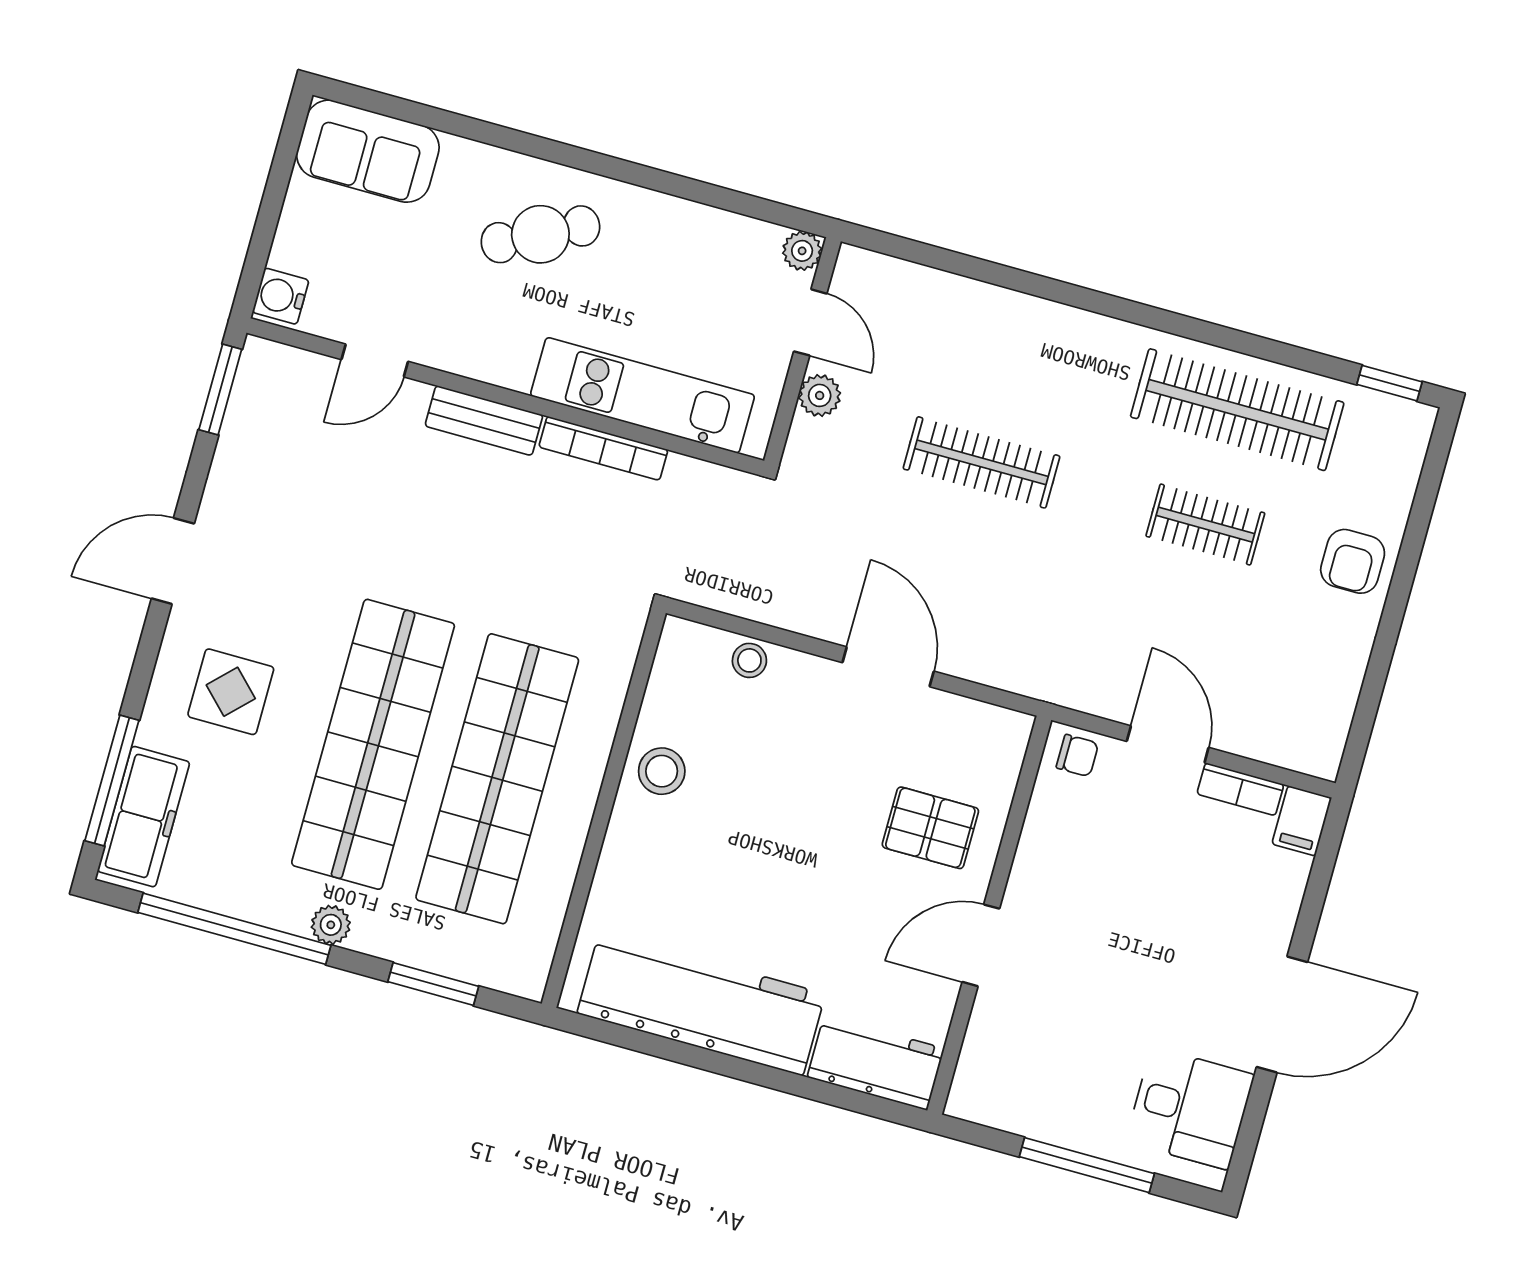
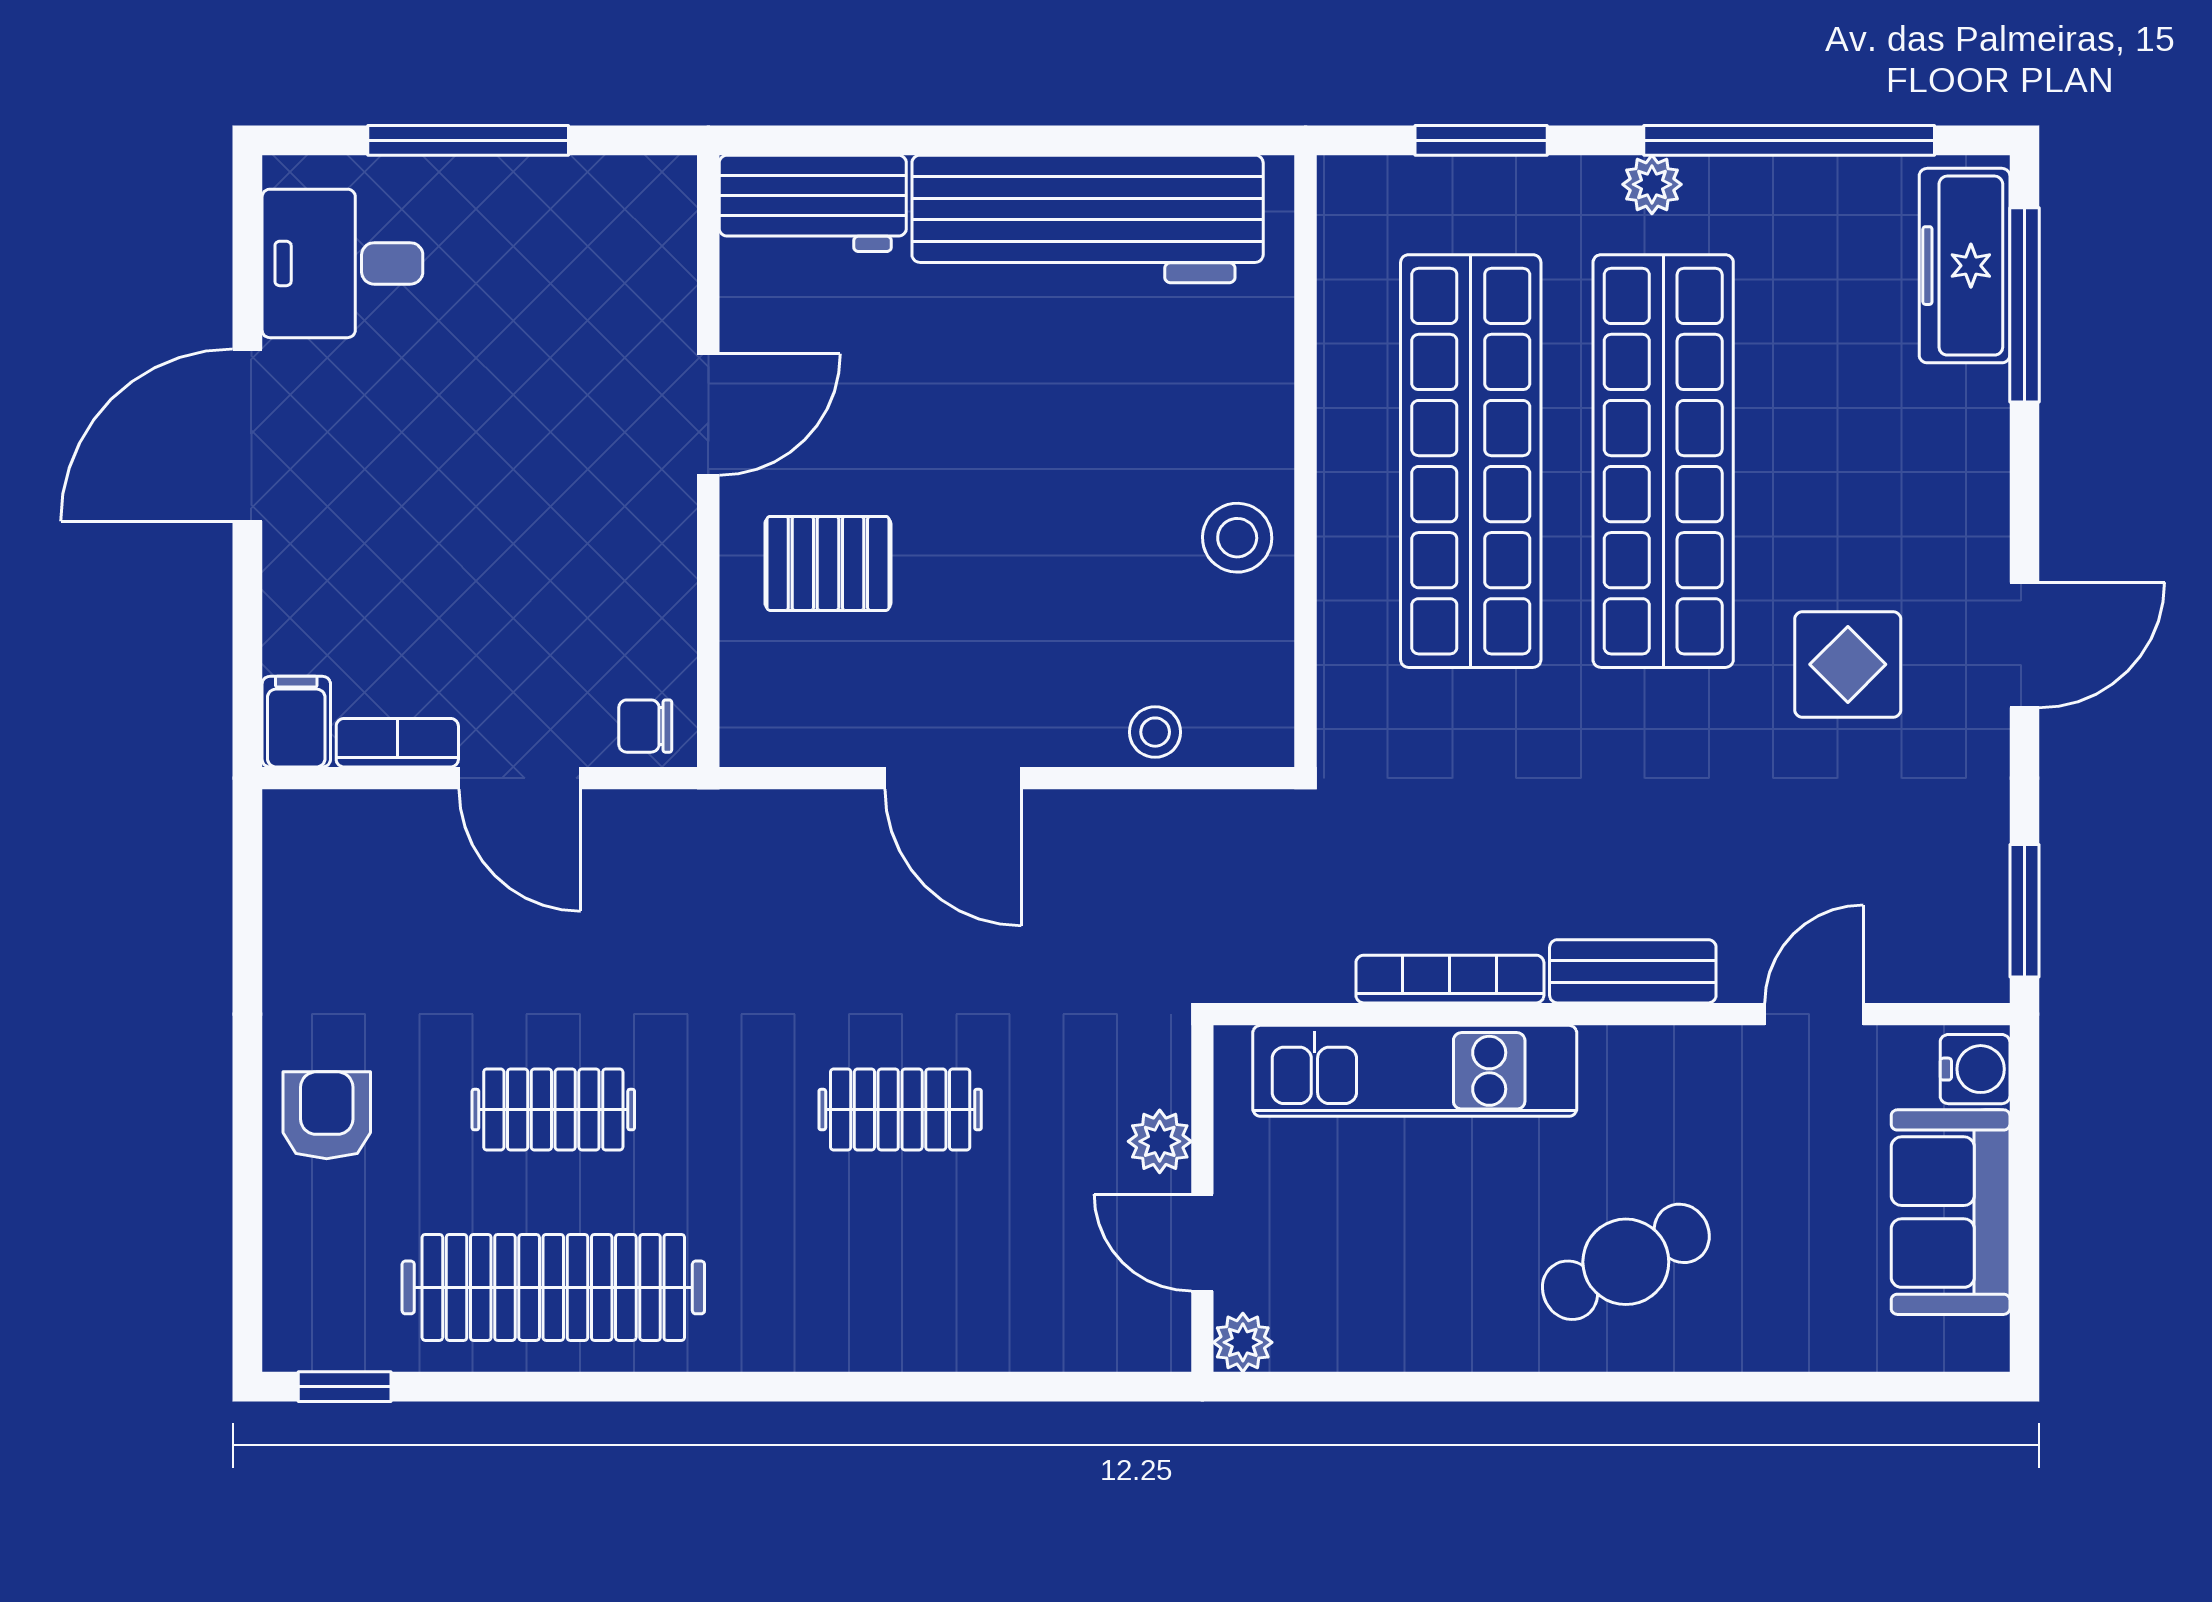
sofa: (368, 151) -> (1951, 1212), moved, turned -90
clothes rail: (981, 462) -> (900, 1110), width x0.73
display table: (231, 692) -> (1848, 664), moved

